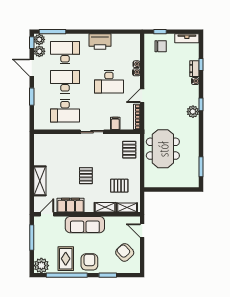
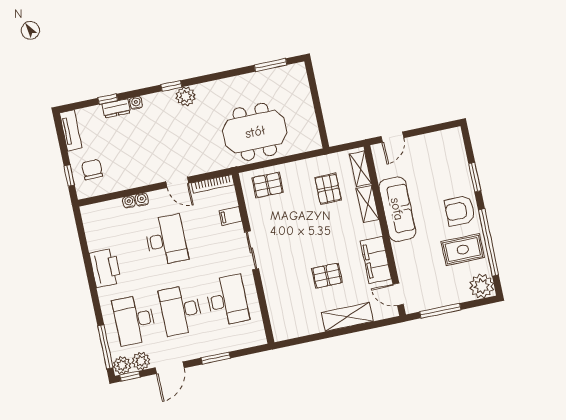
pallet: (86, 176) -> (327, 276), moved
sofa: (85, 225) -> (397, 209), moved
armchair: (125, 252) -> (433, 158), removed

